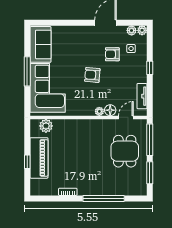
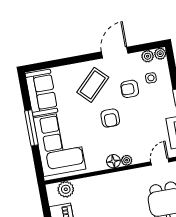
coffee table: (83, 46) -> (93, 85), added
armchair: (92, 75) -> (110, 118), turned -95
floor lamp: (110, 110) -> (113, 161), moved

